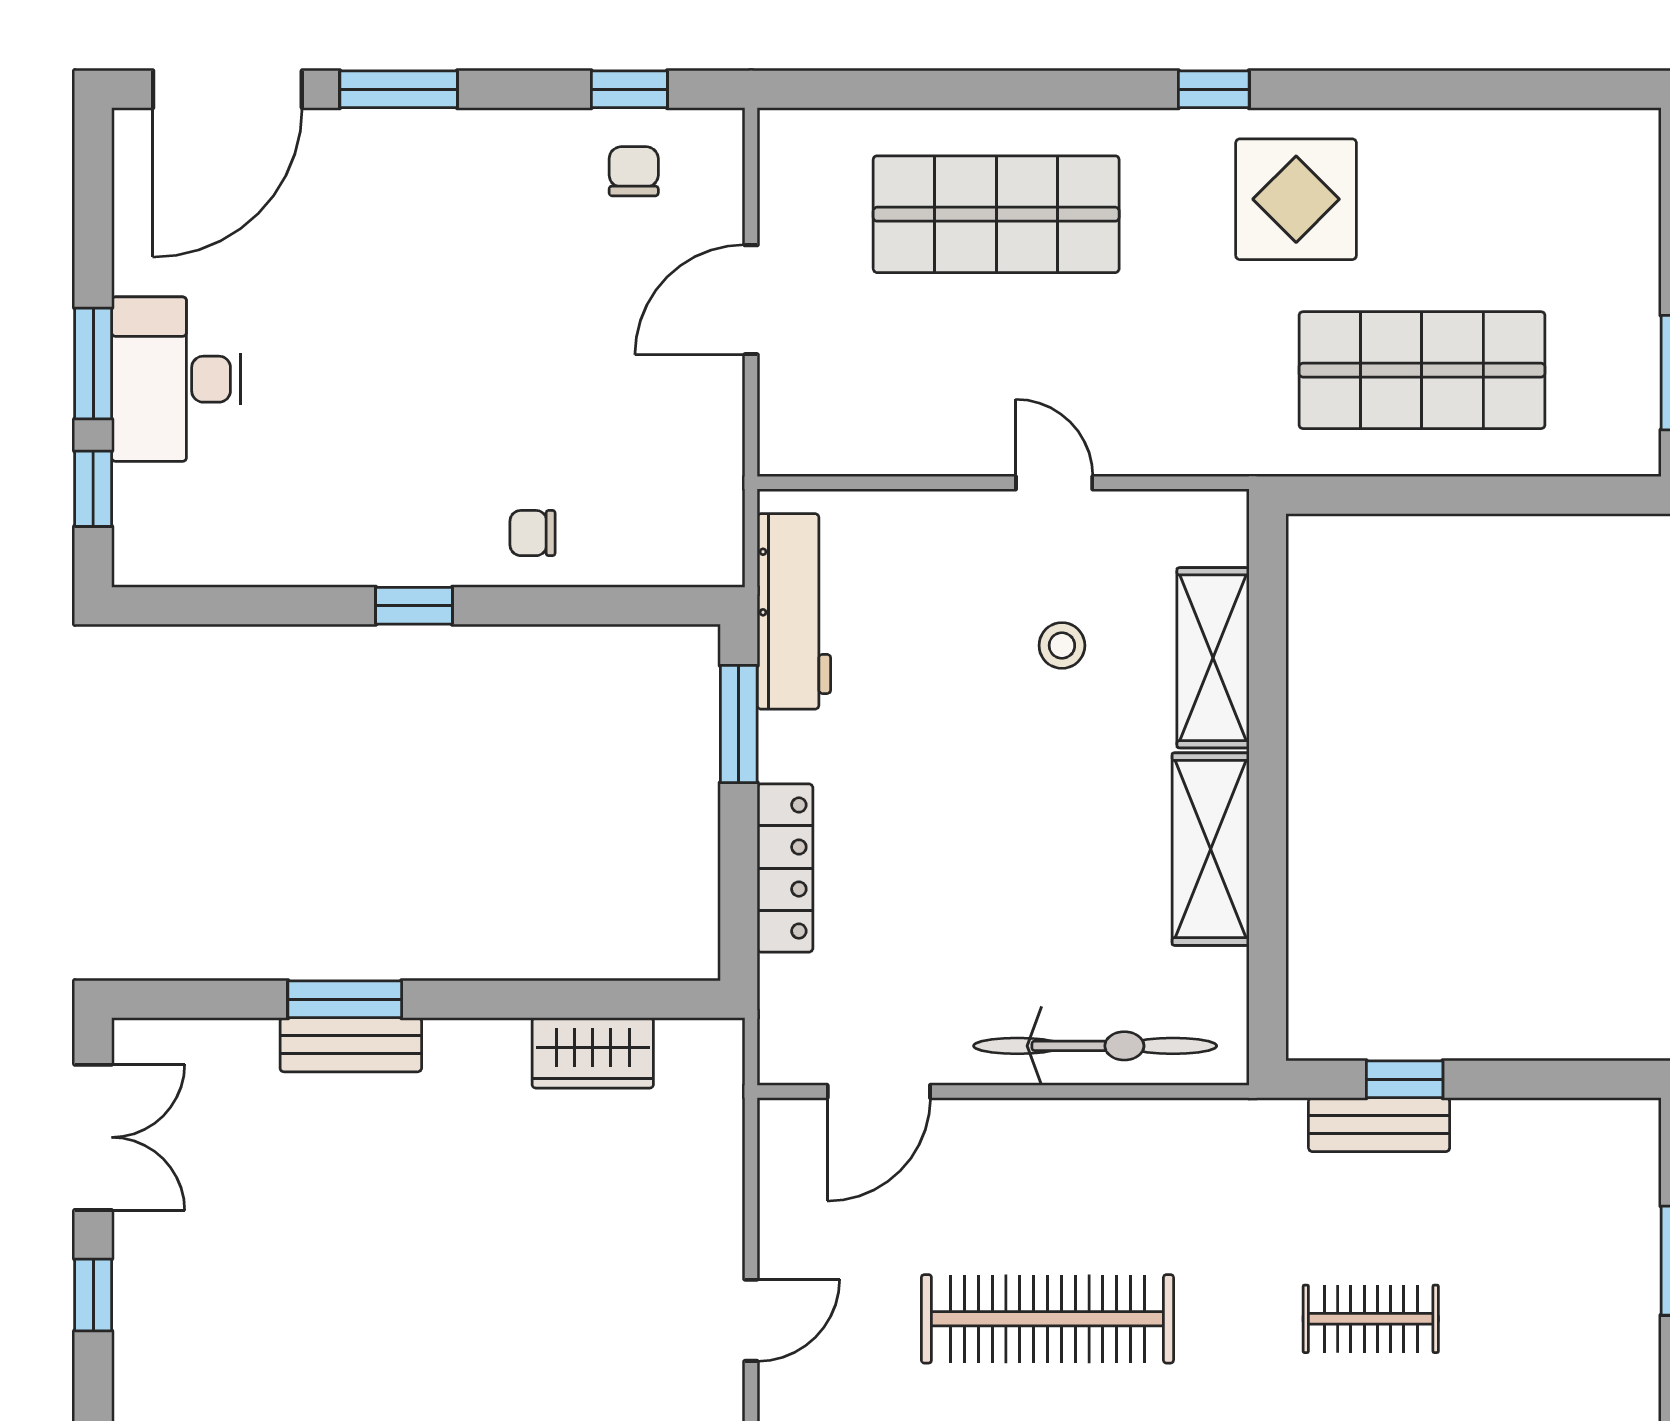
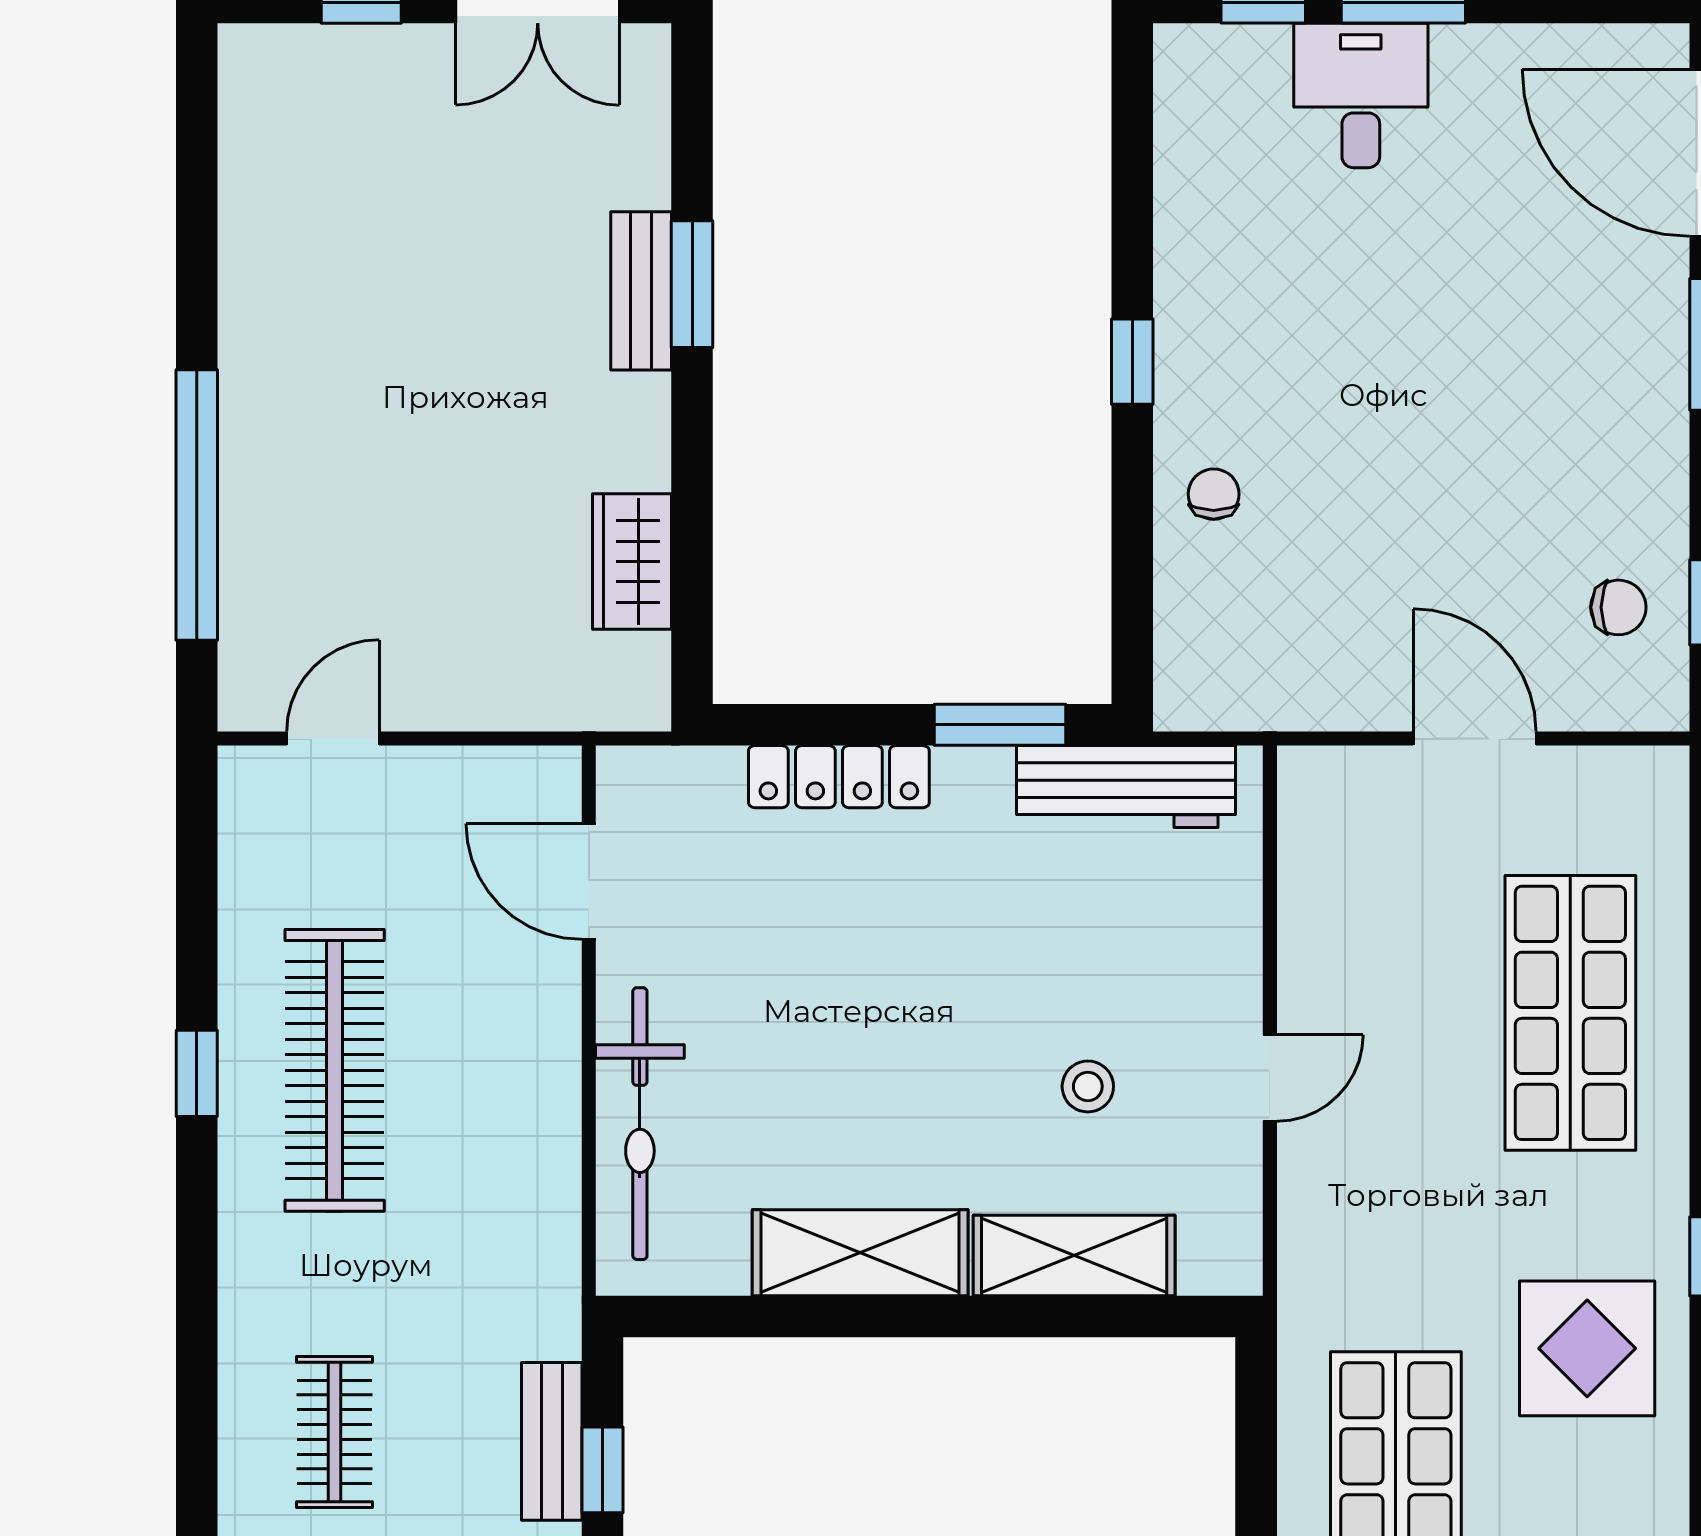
desk: (176, 379) -> (1361, 95), width x0.73
door: (751, 1320) -> (333, 739), swing flipped

